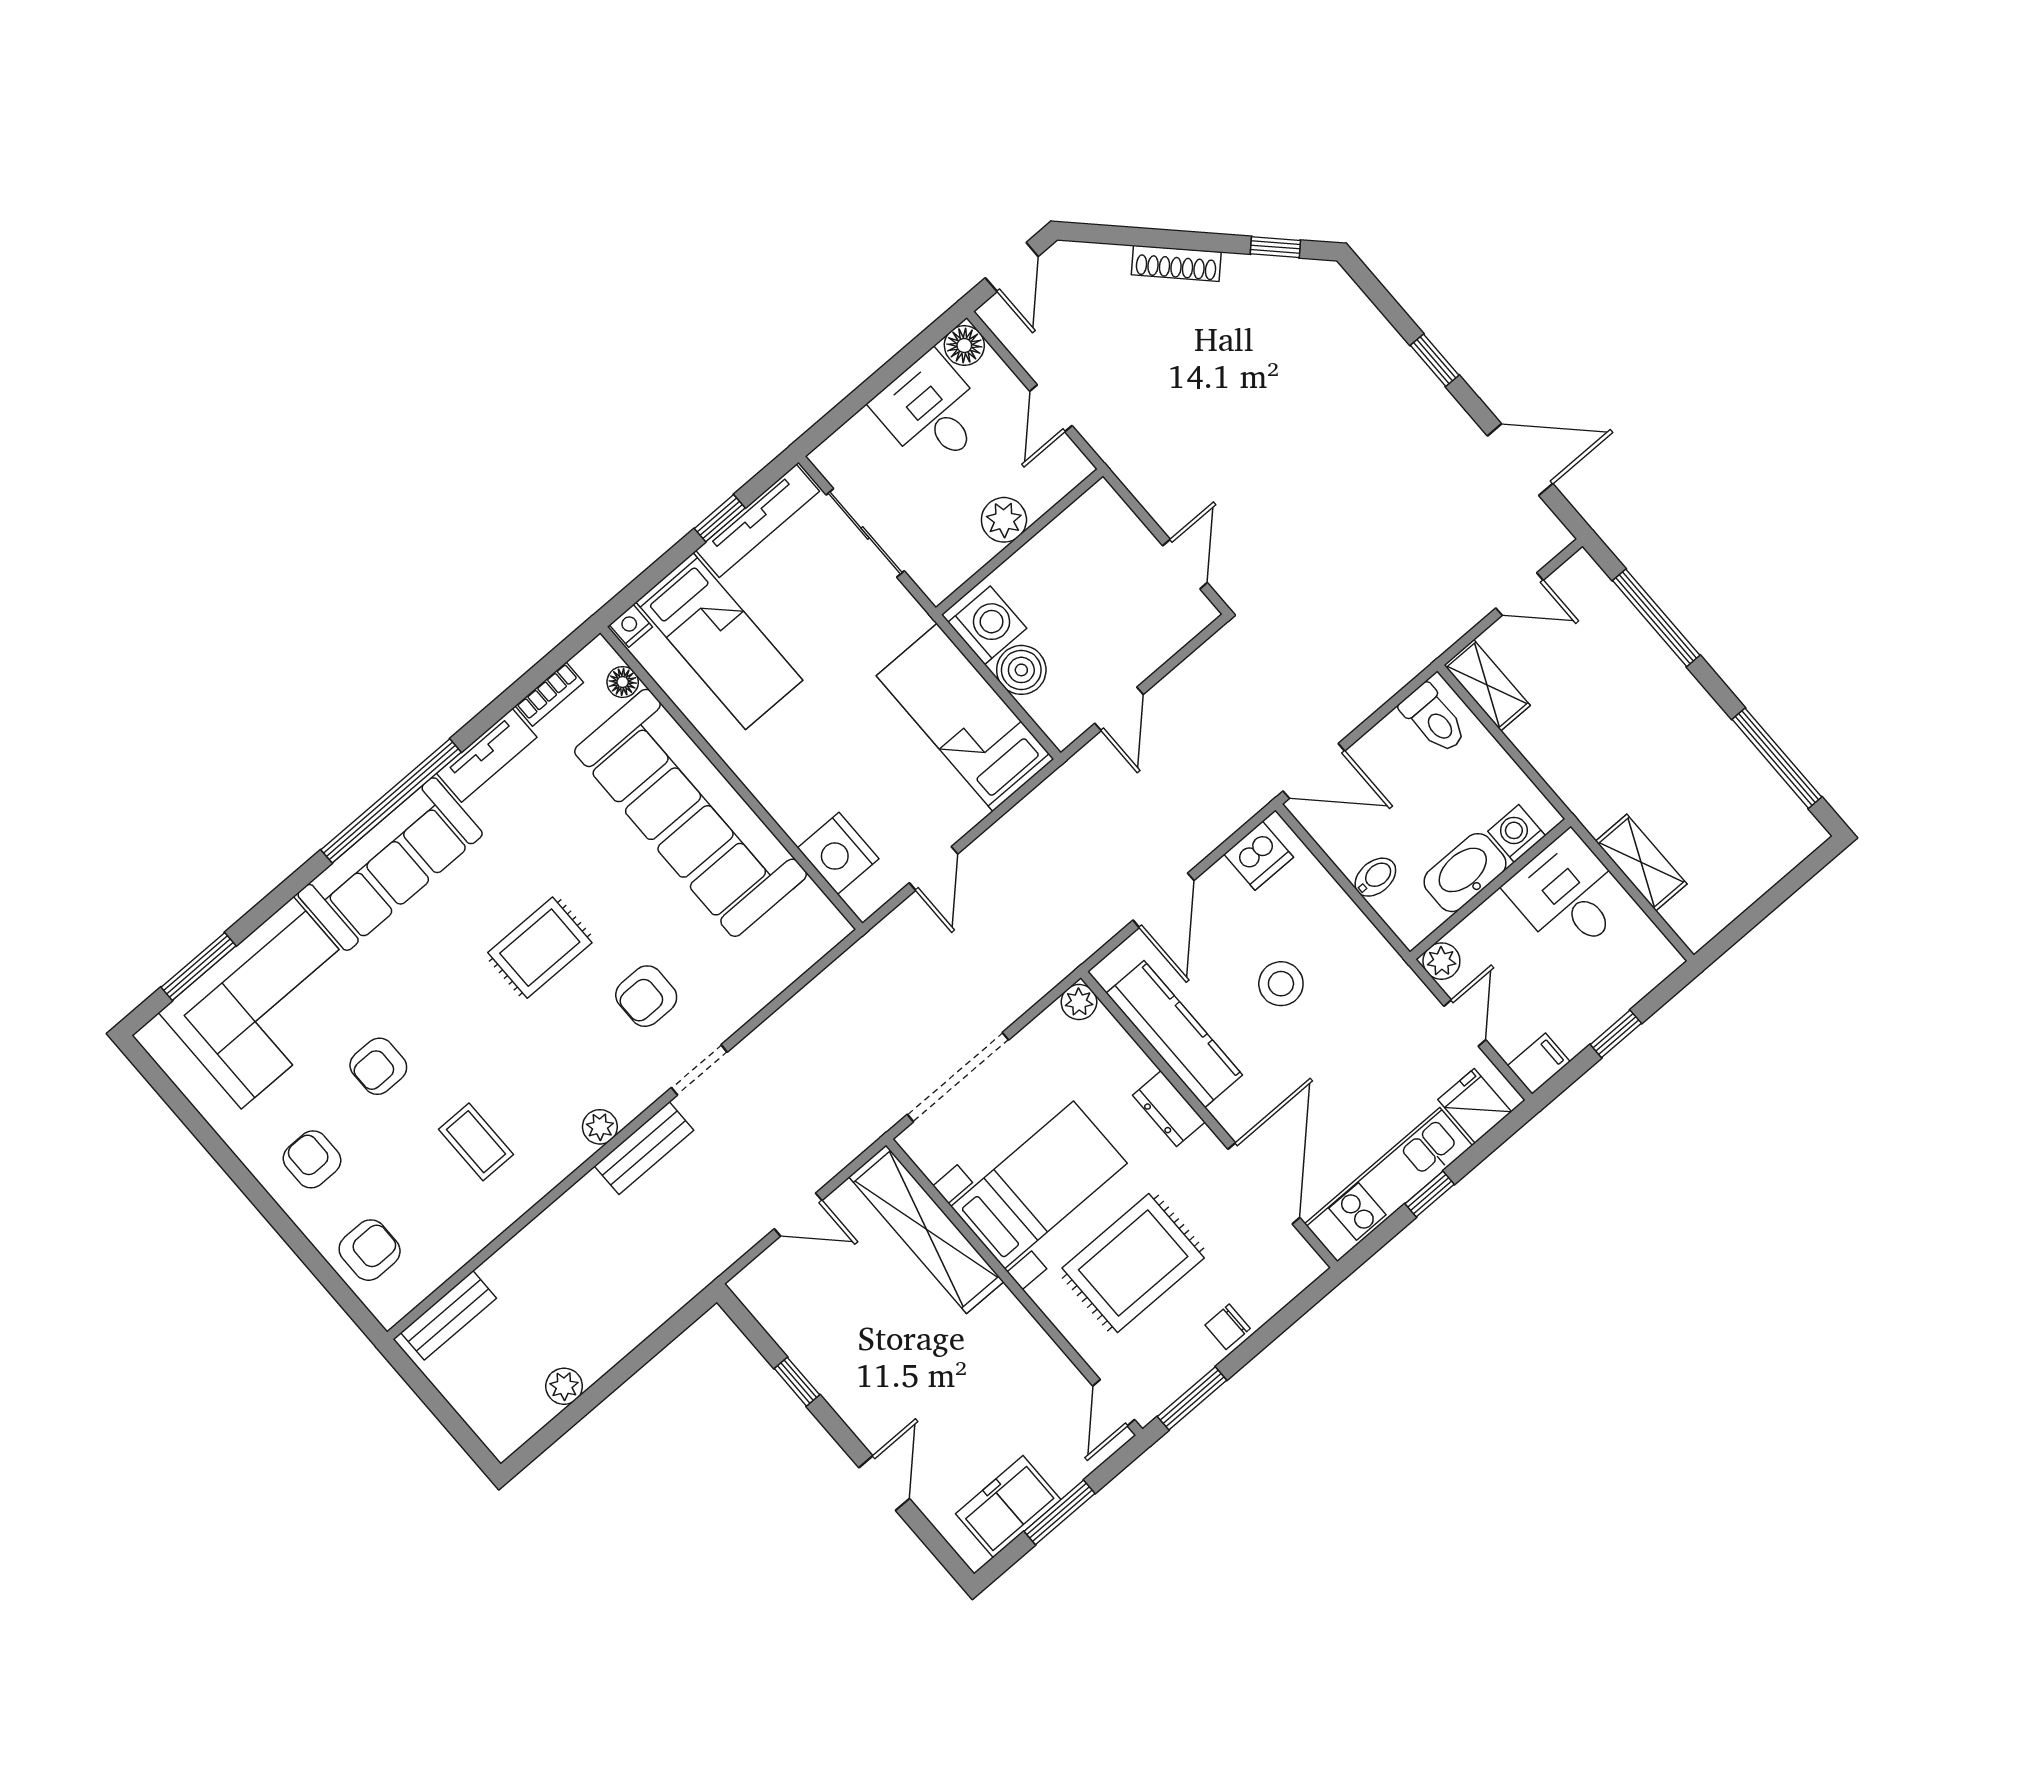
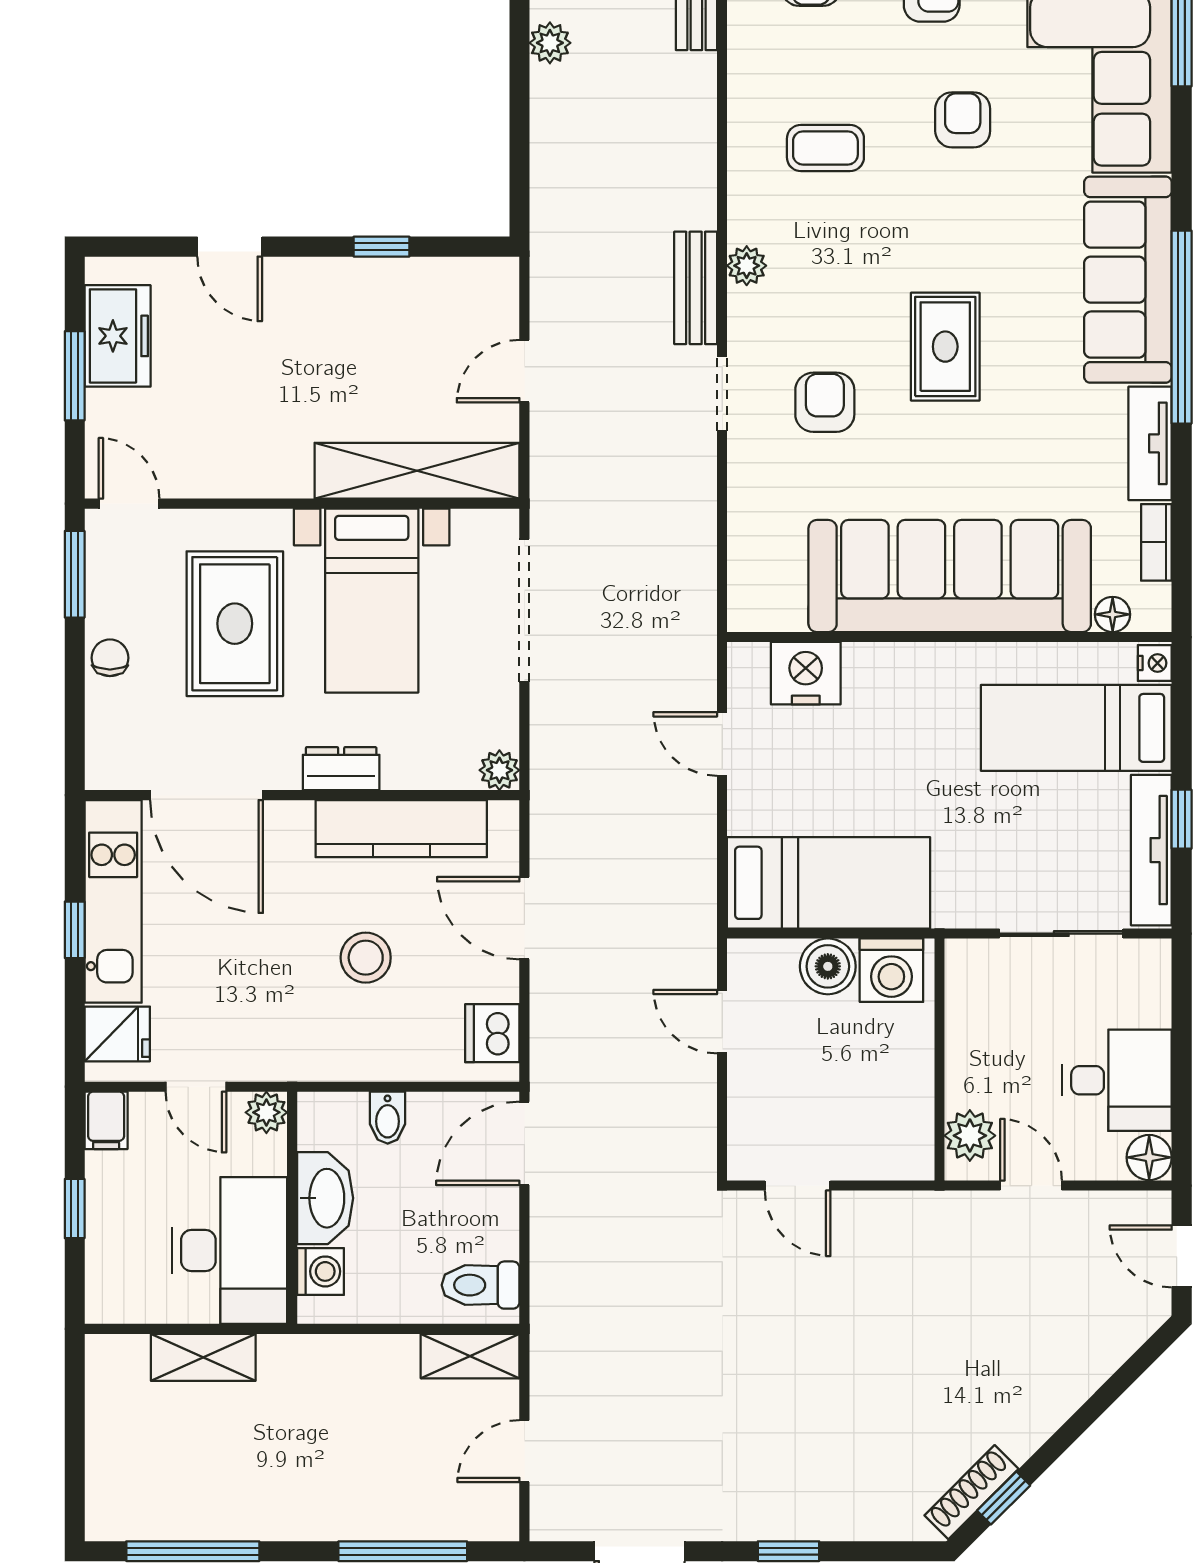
shoe rack: (1176, 263) -> (971, 1492), moved
plant: (1004, 520) -> (970, 1136), moved
desk: (1568, 895) -> (230, 1251), width x1.37

